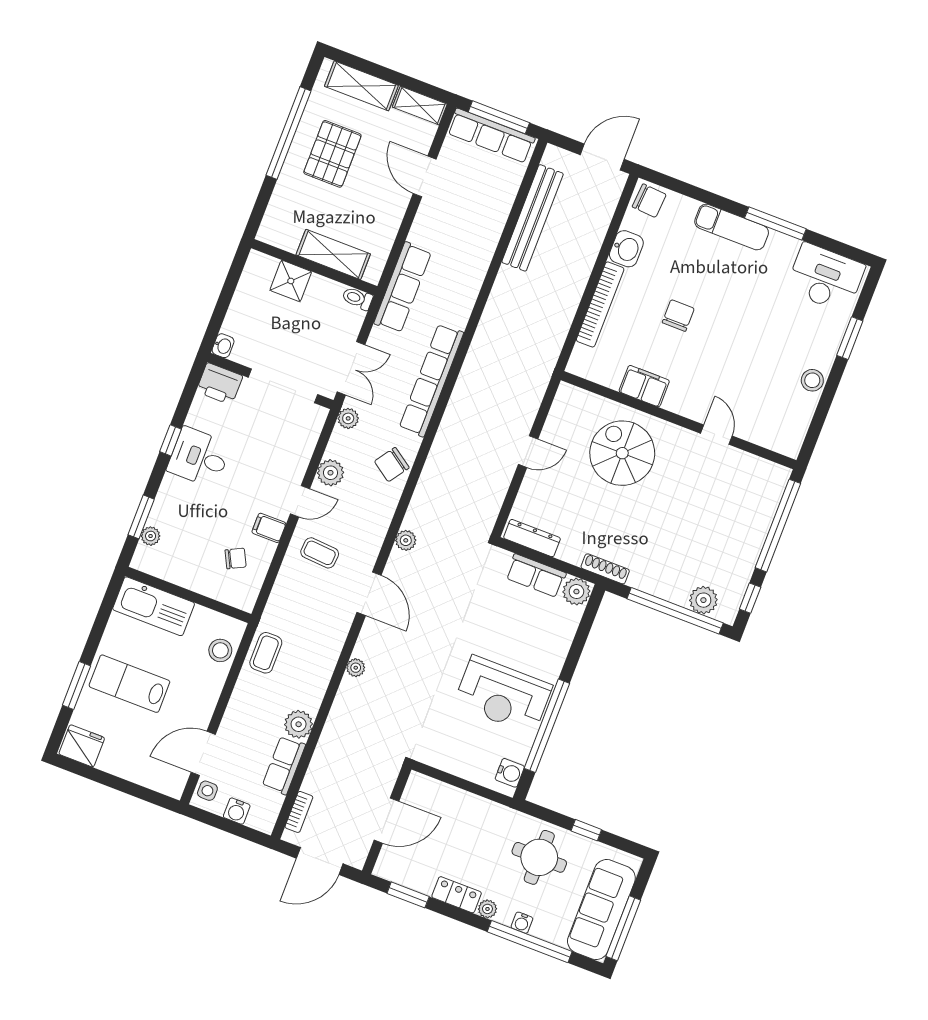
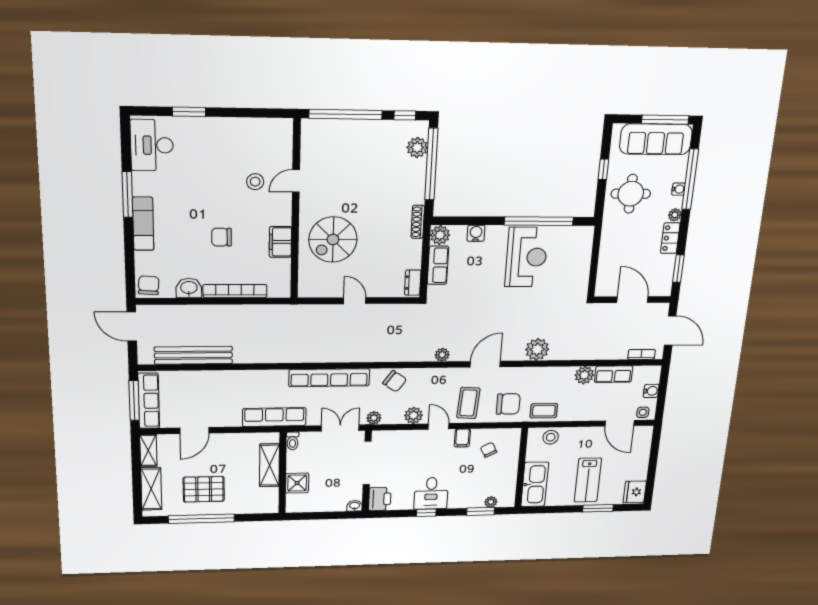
stool: (812, 380) -> (255, 182), moved
dresser: (532, 538) -> (413, 283), width x0.70
coffee table: (320, 553) -> (468, 403), width x1.36, depth x1.30
chair: (296, 607) -> (508, 404), added
plant: (356, 668) -> (537, 349), width x1.87, depth x1.87
water cooler: (510, 773) -> (476, 233), moved

